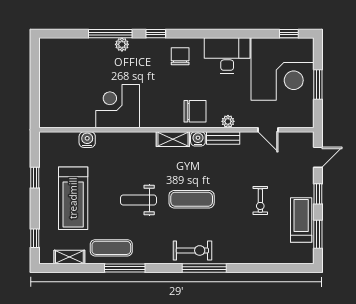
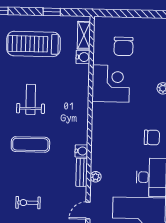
chair: (195, 111) -> (123, 46), moved
shelving: (173, 139) -> (84, 35), moved
exercise mat: (192, 199) -> (30, 144), turned 90

